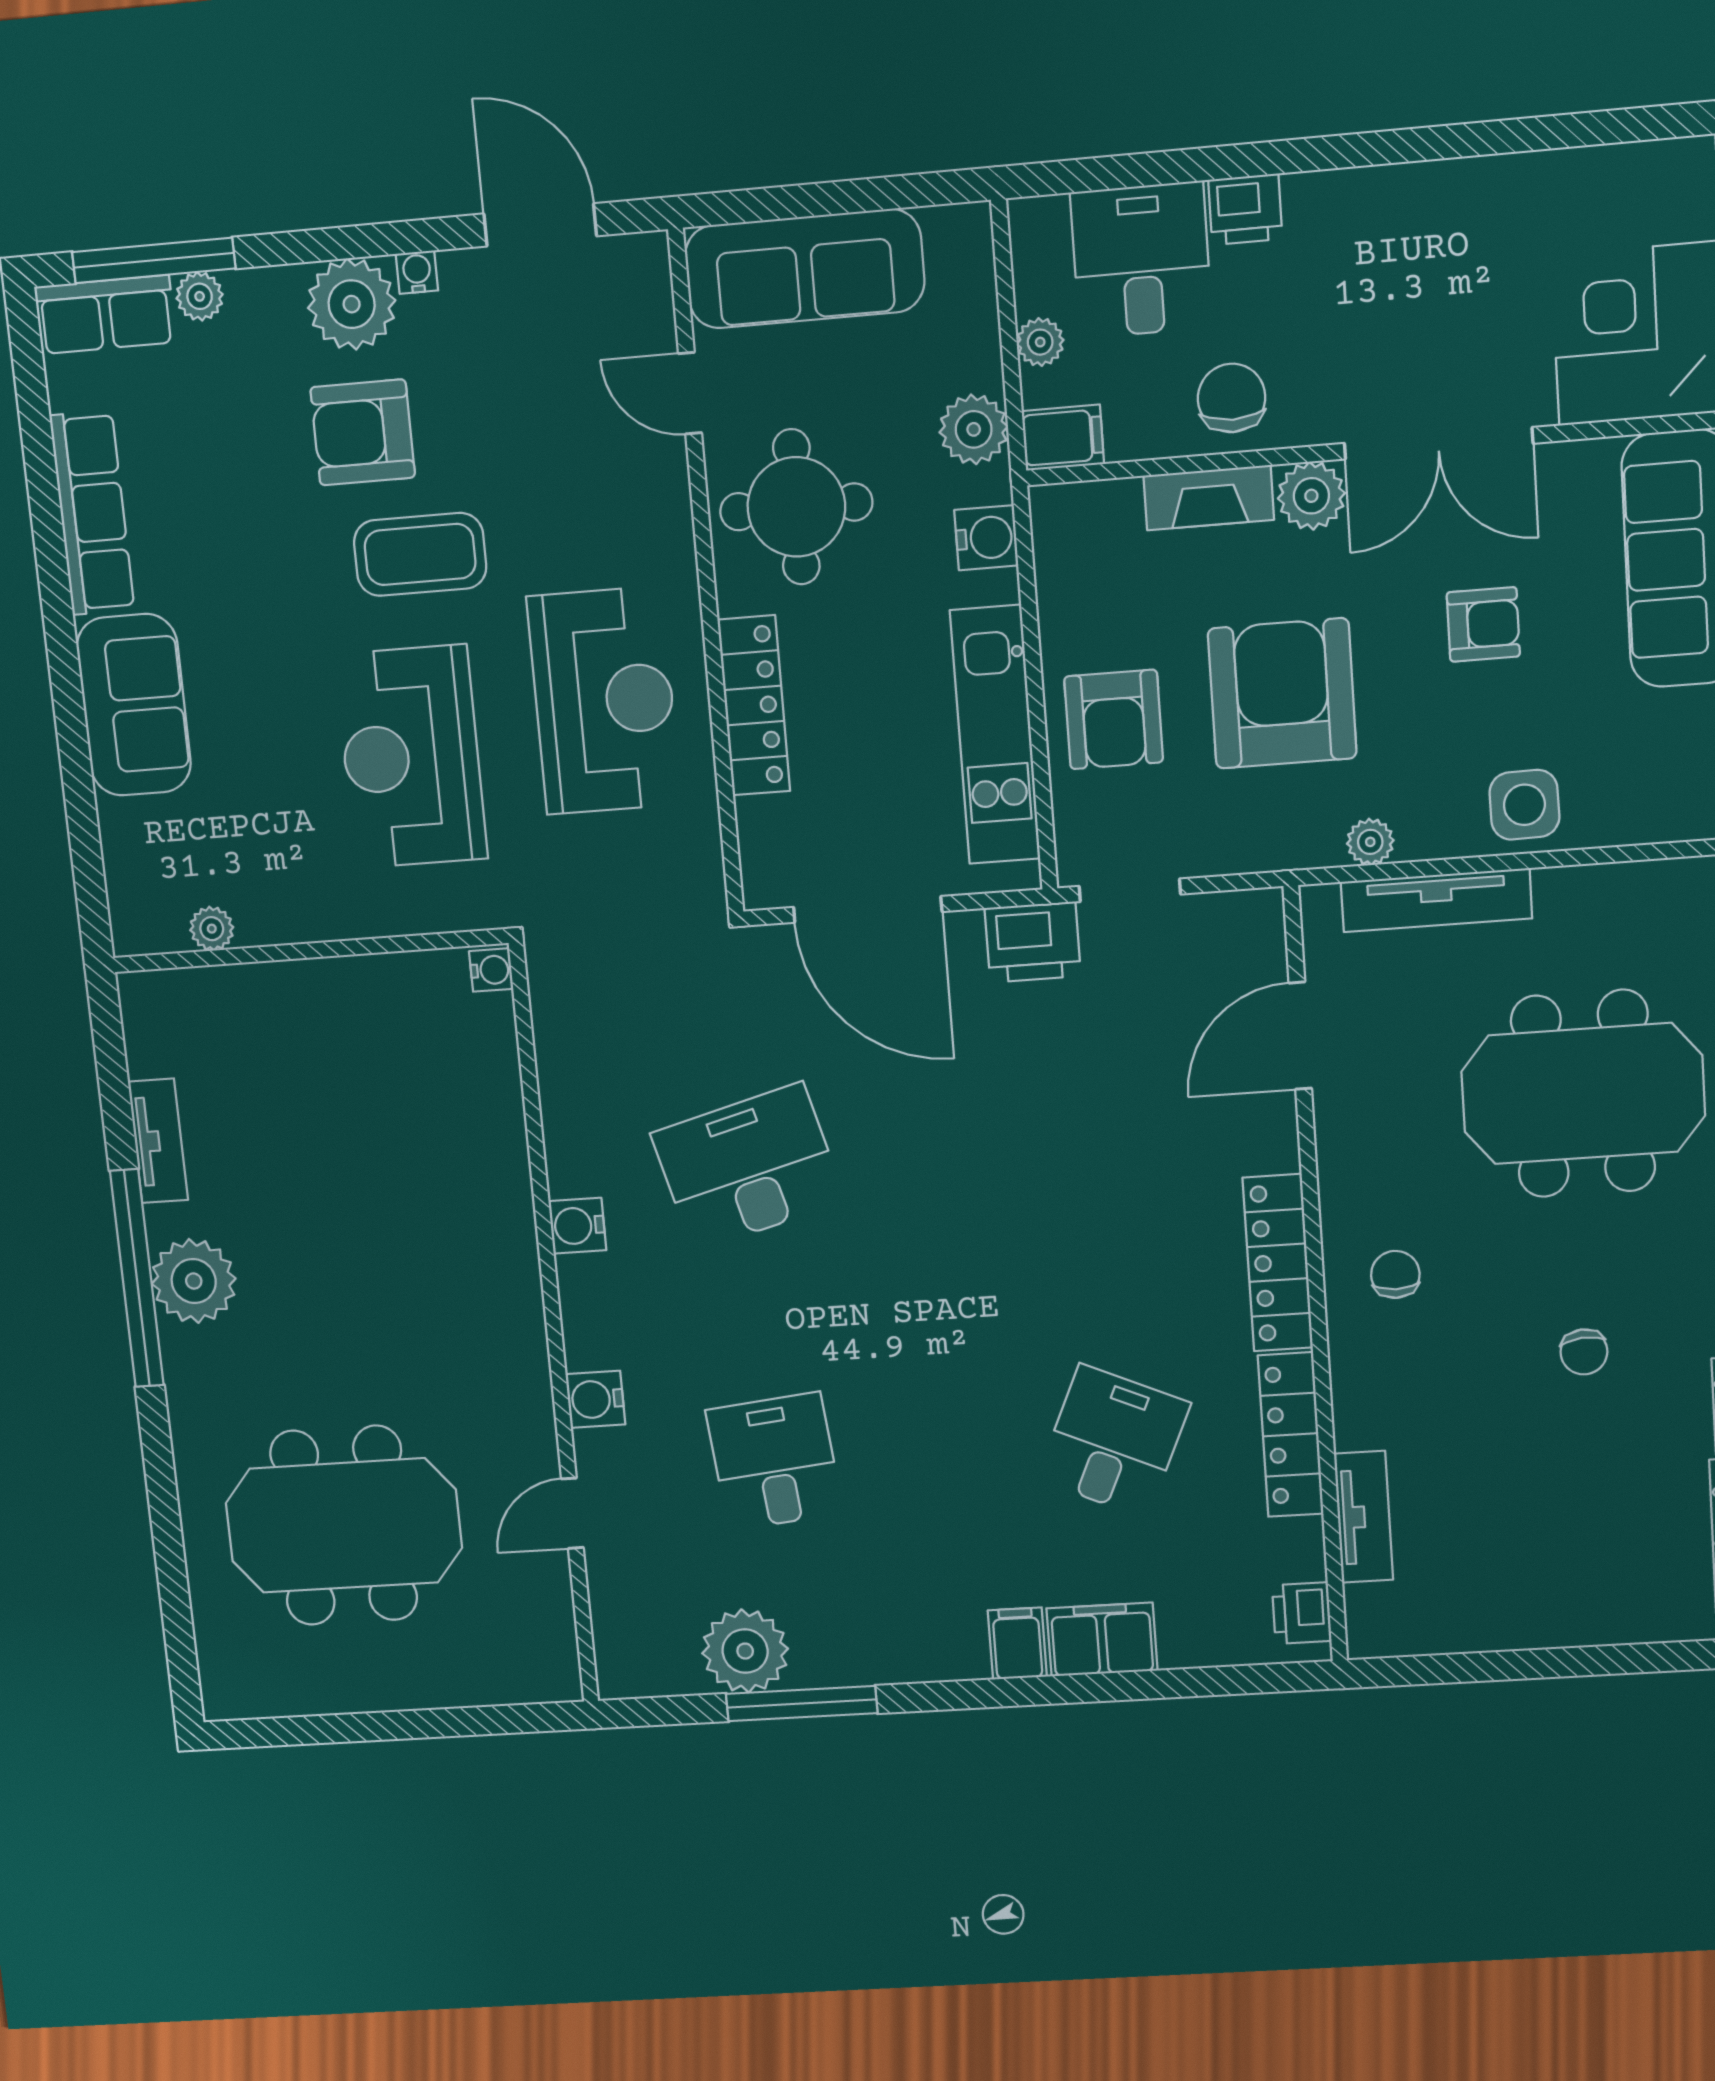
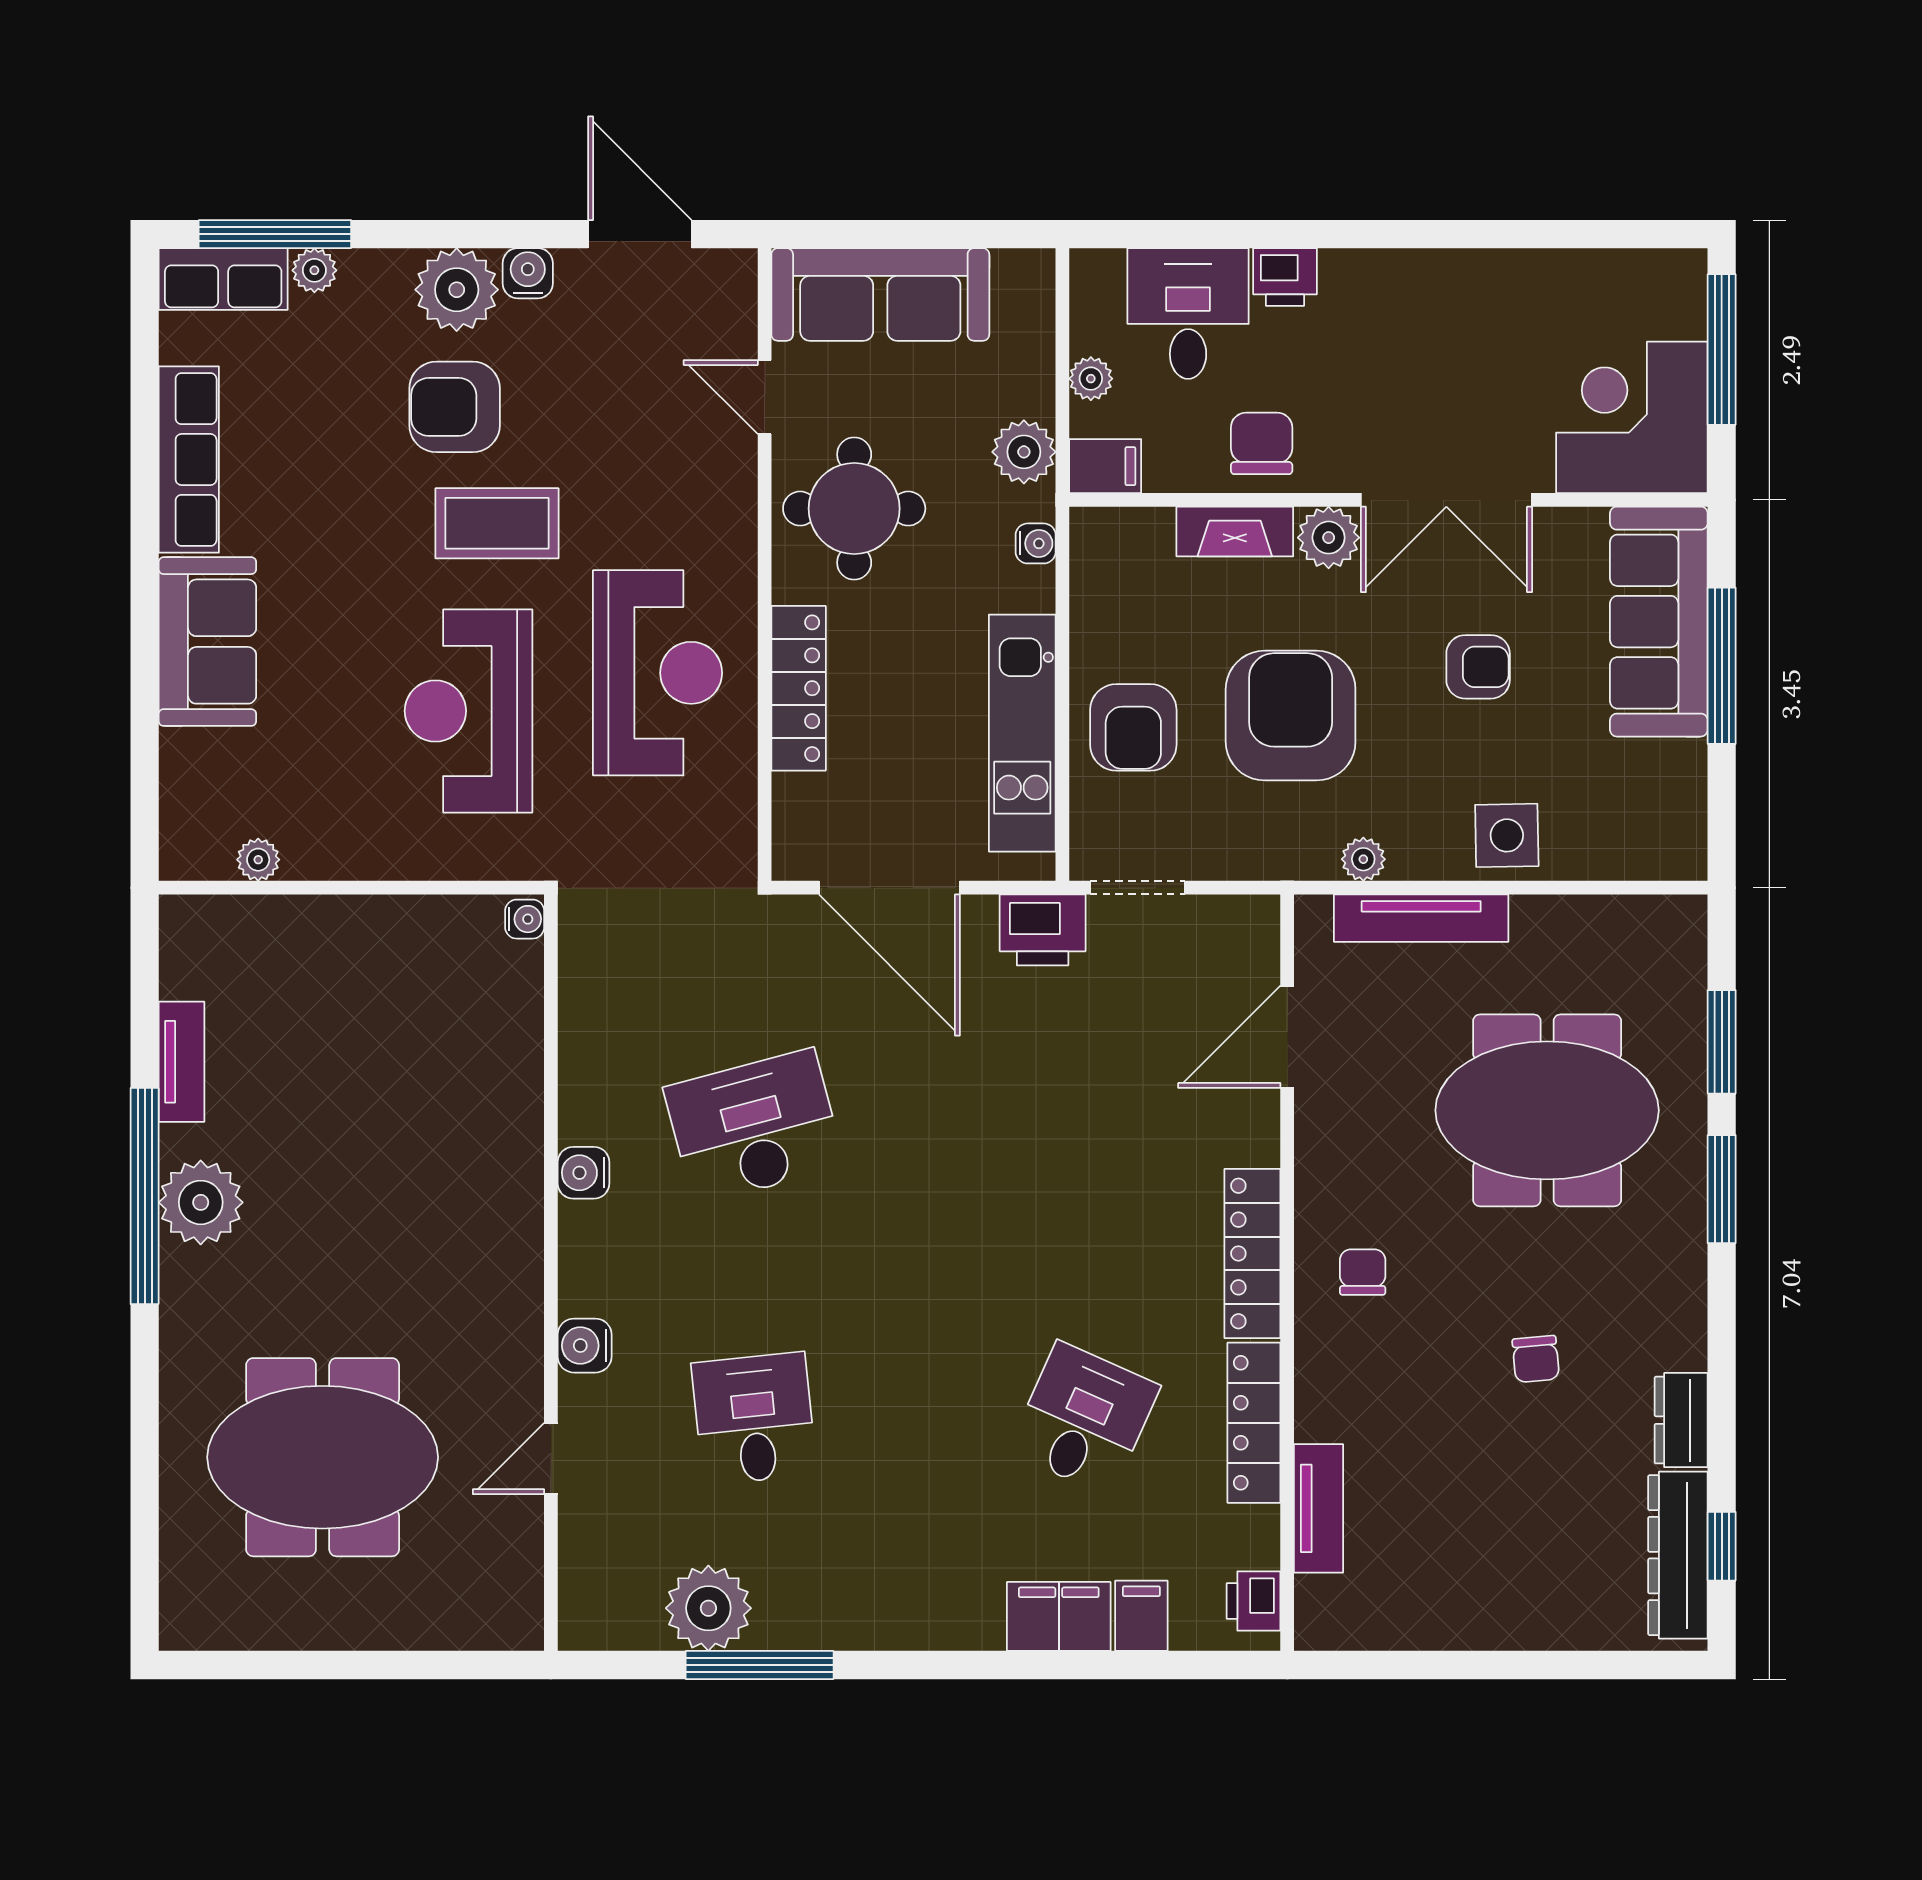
water cooler: (417, 272) -> (528, 273), width x1.38, depth x1.38
water cooler: (986, 538) -> (1036, 543), width x0.72, depth x0.72
filing cabinet: (1017, 1643) -> (1141, 1616), moved

